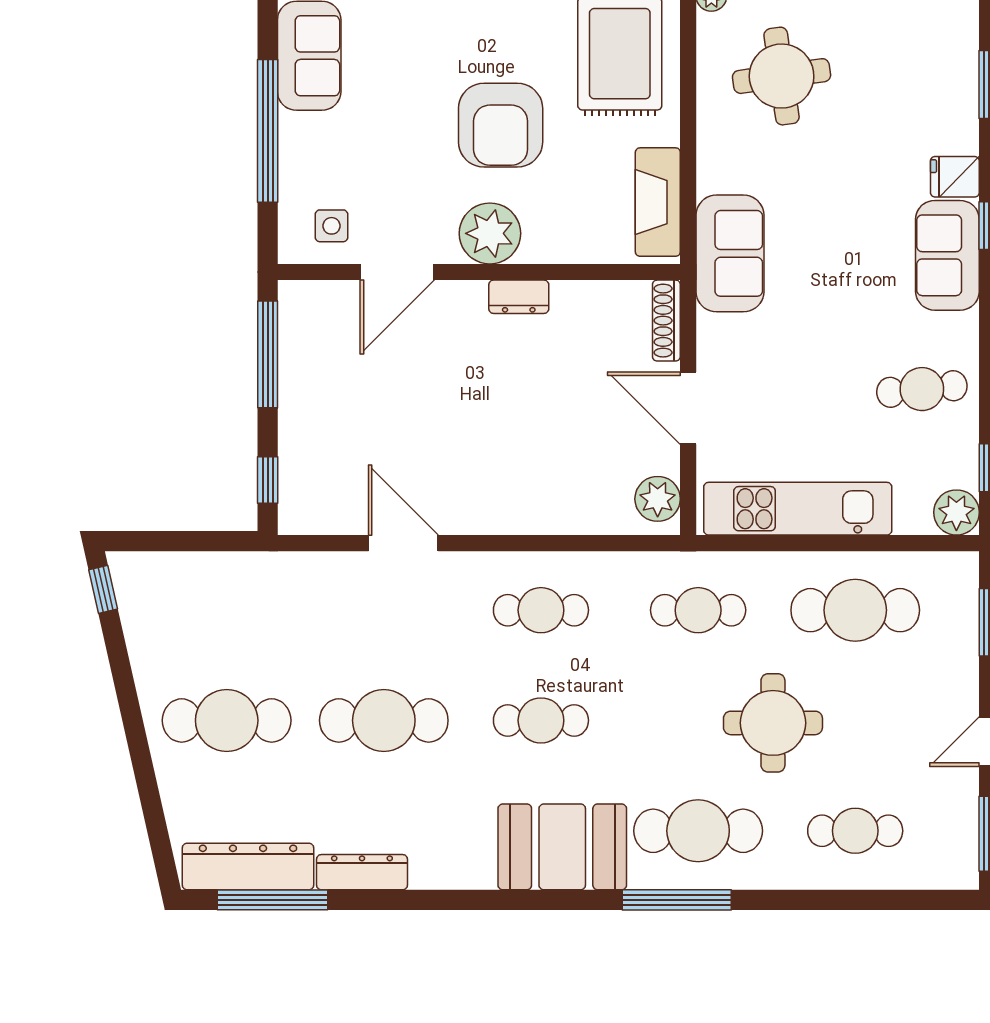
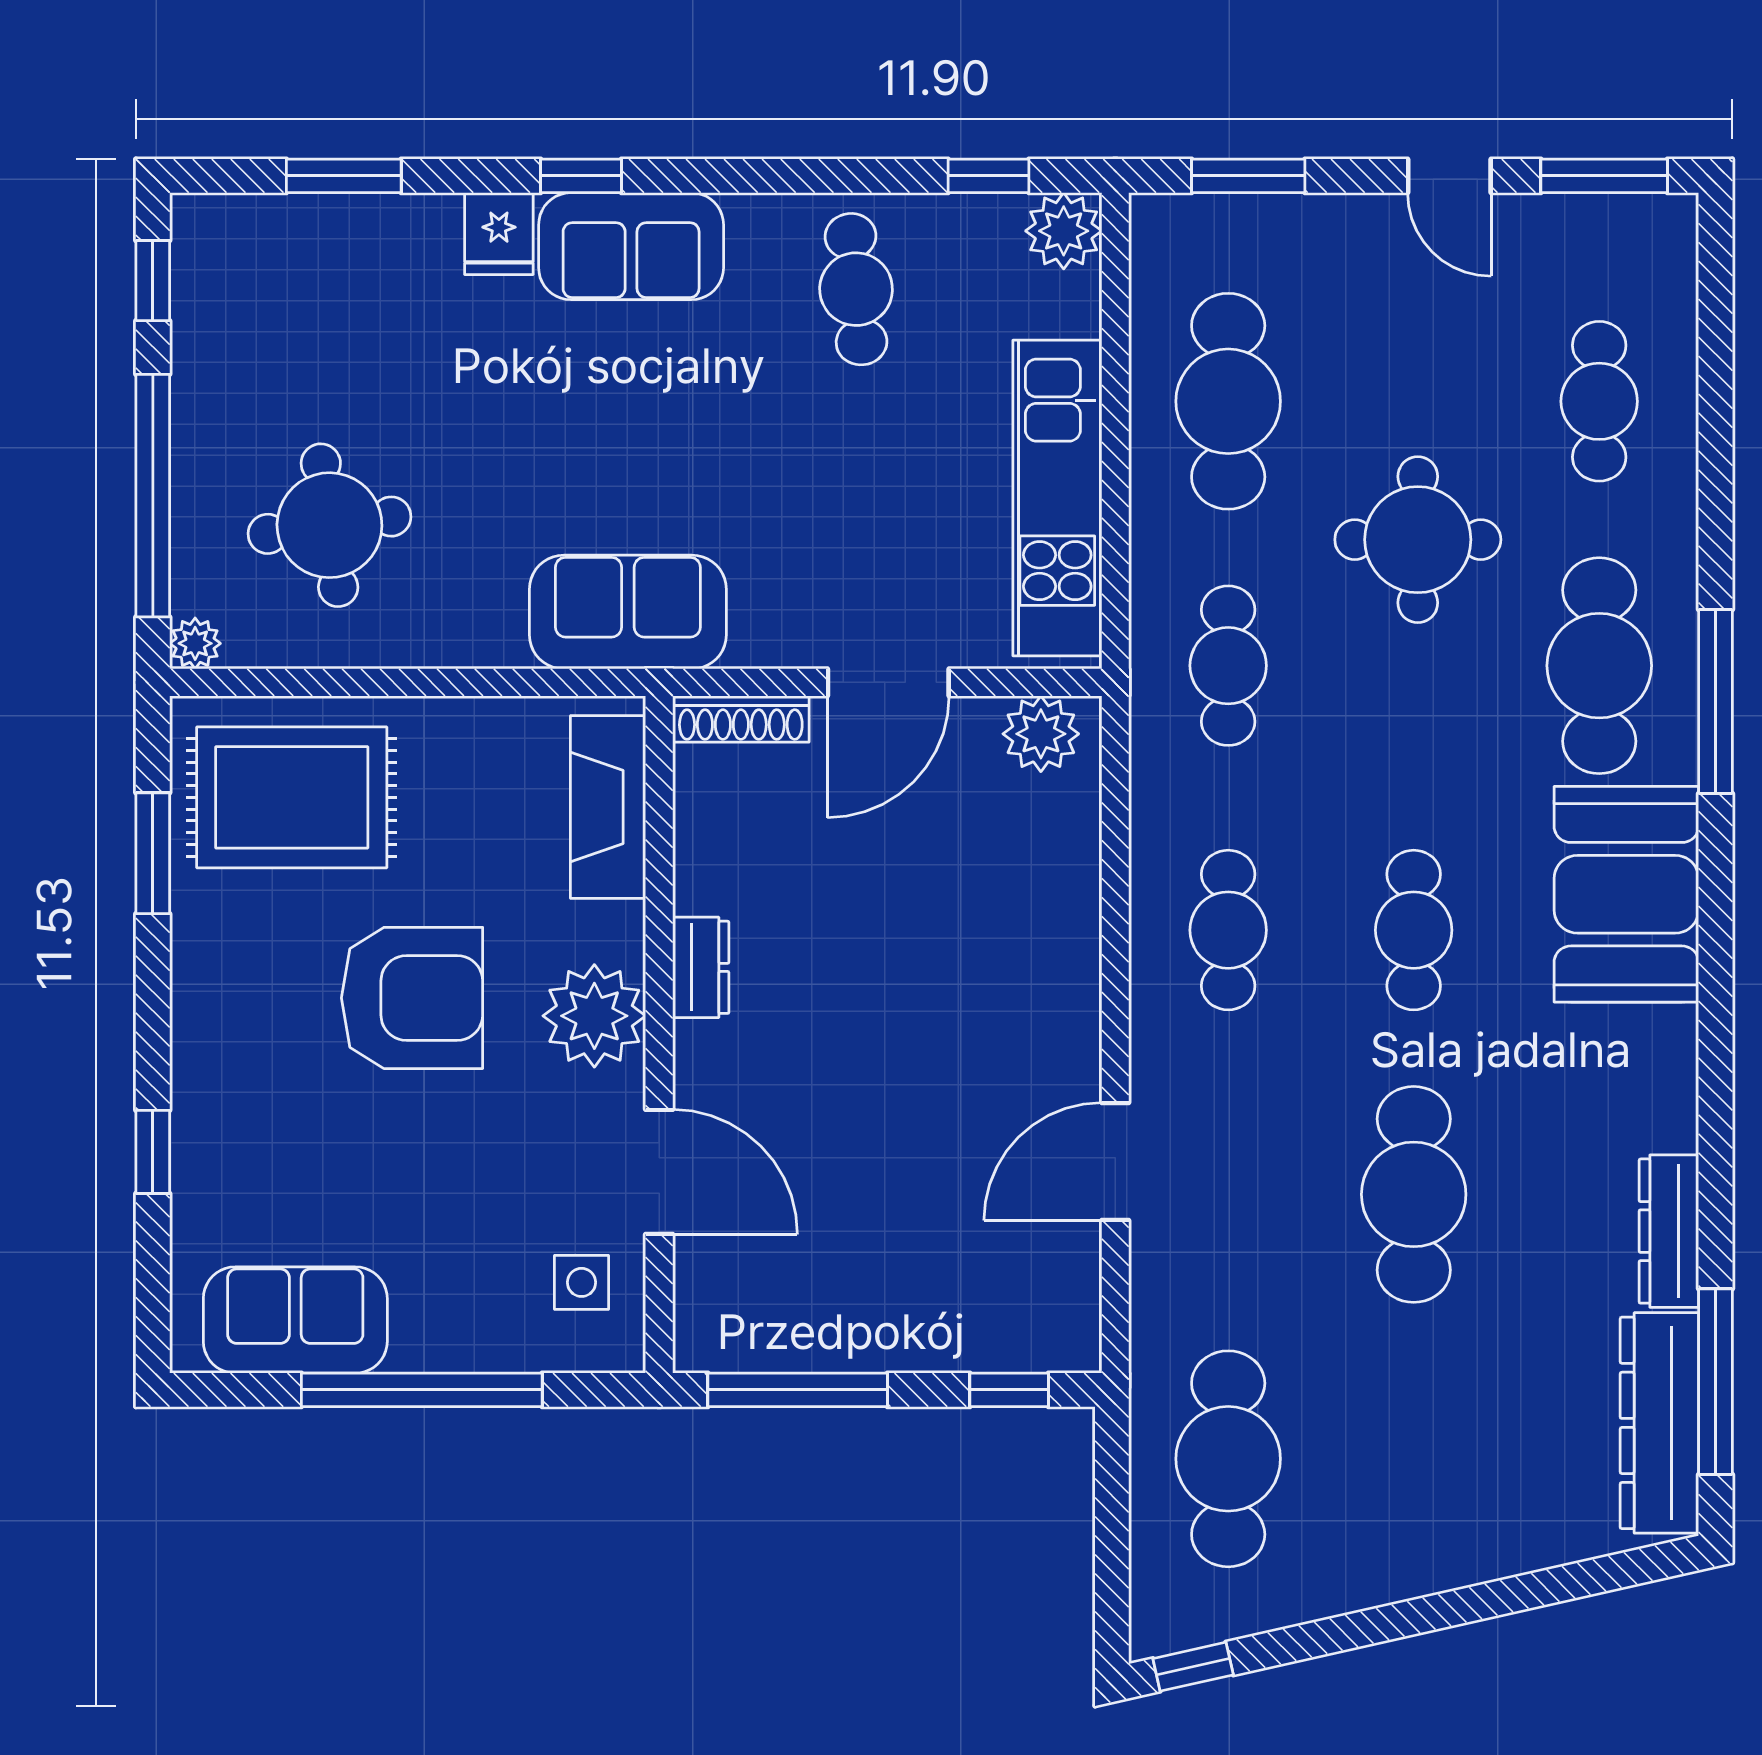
fireplace: (658, 202) -> (608, 807), moved, turned 90
cafe table: (227, 720) -> (1228, 1459), moved

